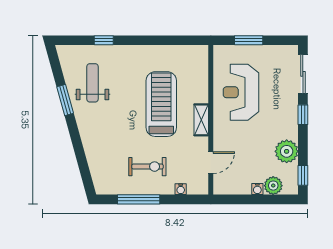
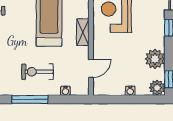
exercise bike: (147, 167) -> (37, 72), turned 180
plant: (273, 186) -> (157, 88), moved

